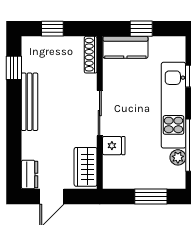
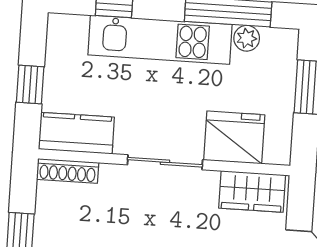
kitchen counter: (125, 47) -> (76, 133), moved, turned -90
fridge: (114, 146) -> (234, 137), width x1.88, depth x1.34

